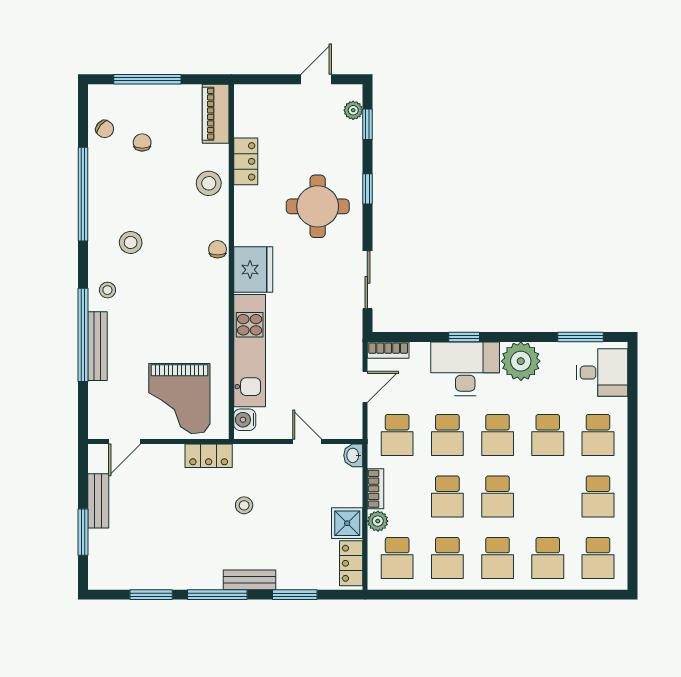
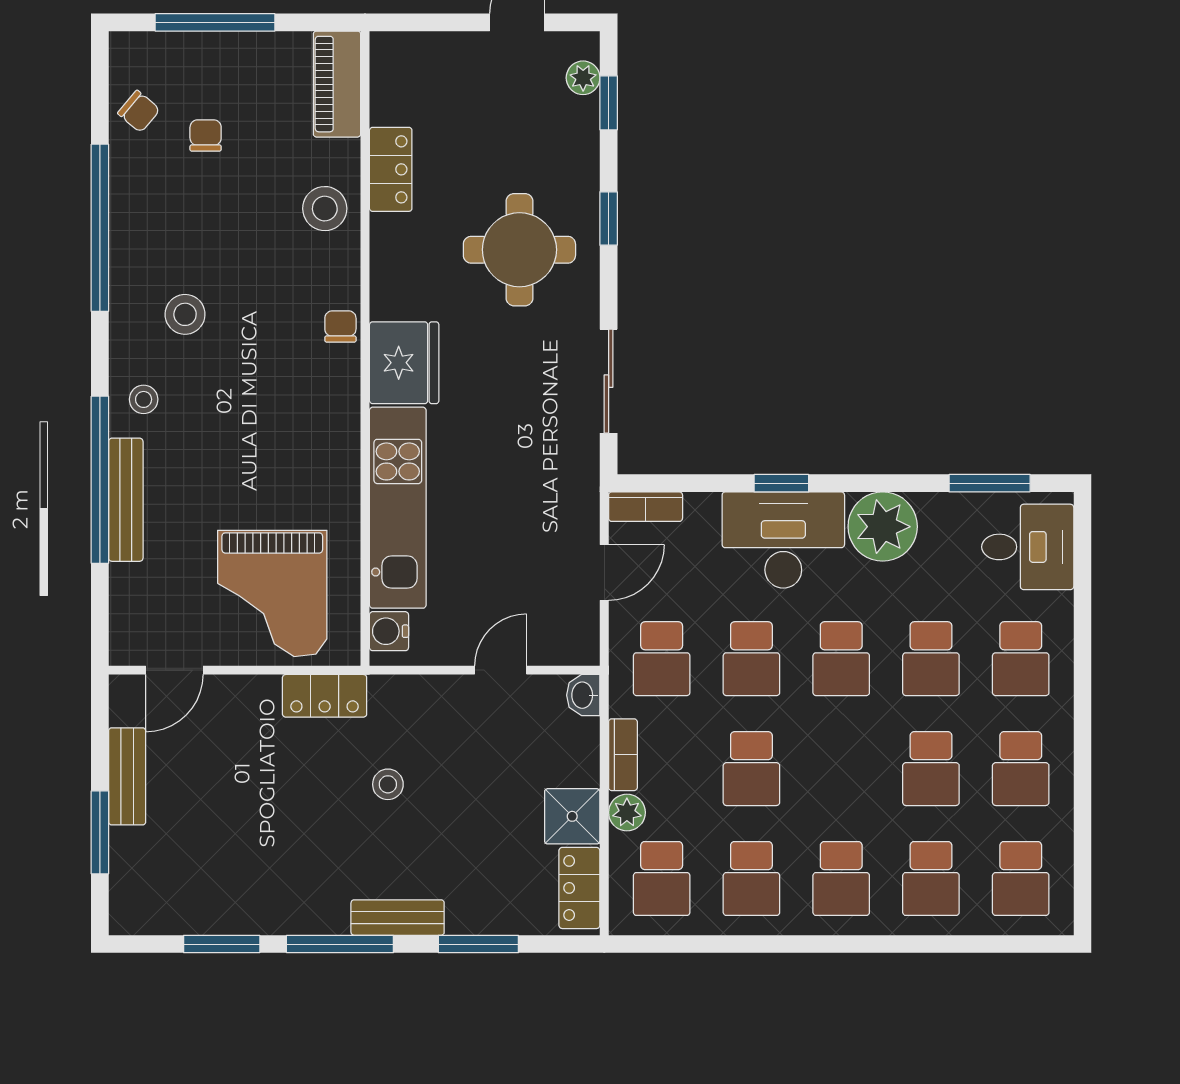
door: (307, 441) -> (501, 670), hinge flipped
school desk: (498, 496) -> (931, 769), moved

